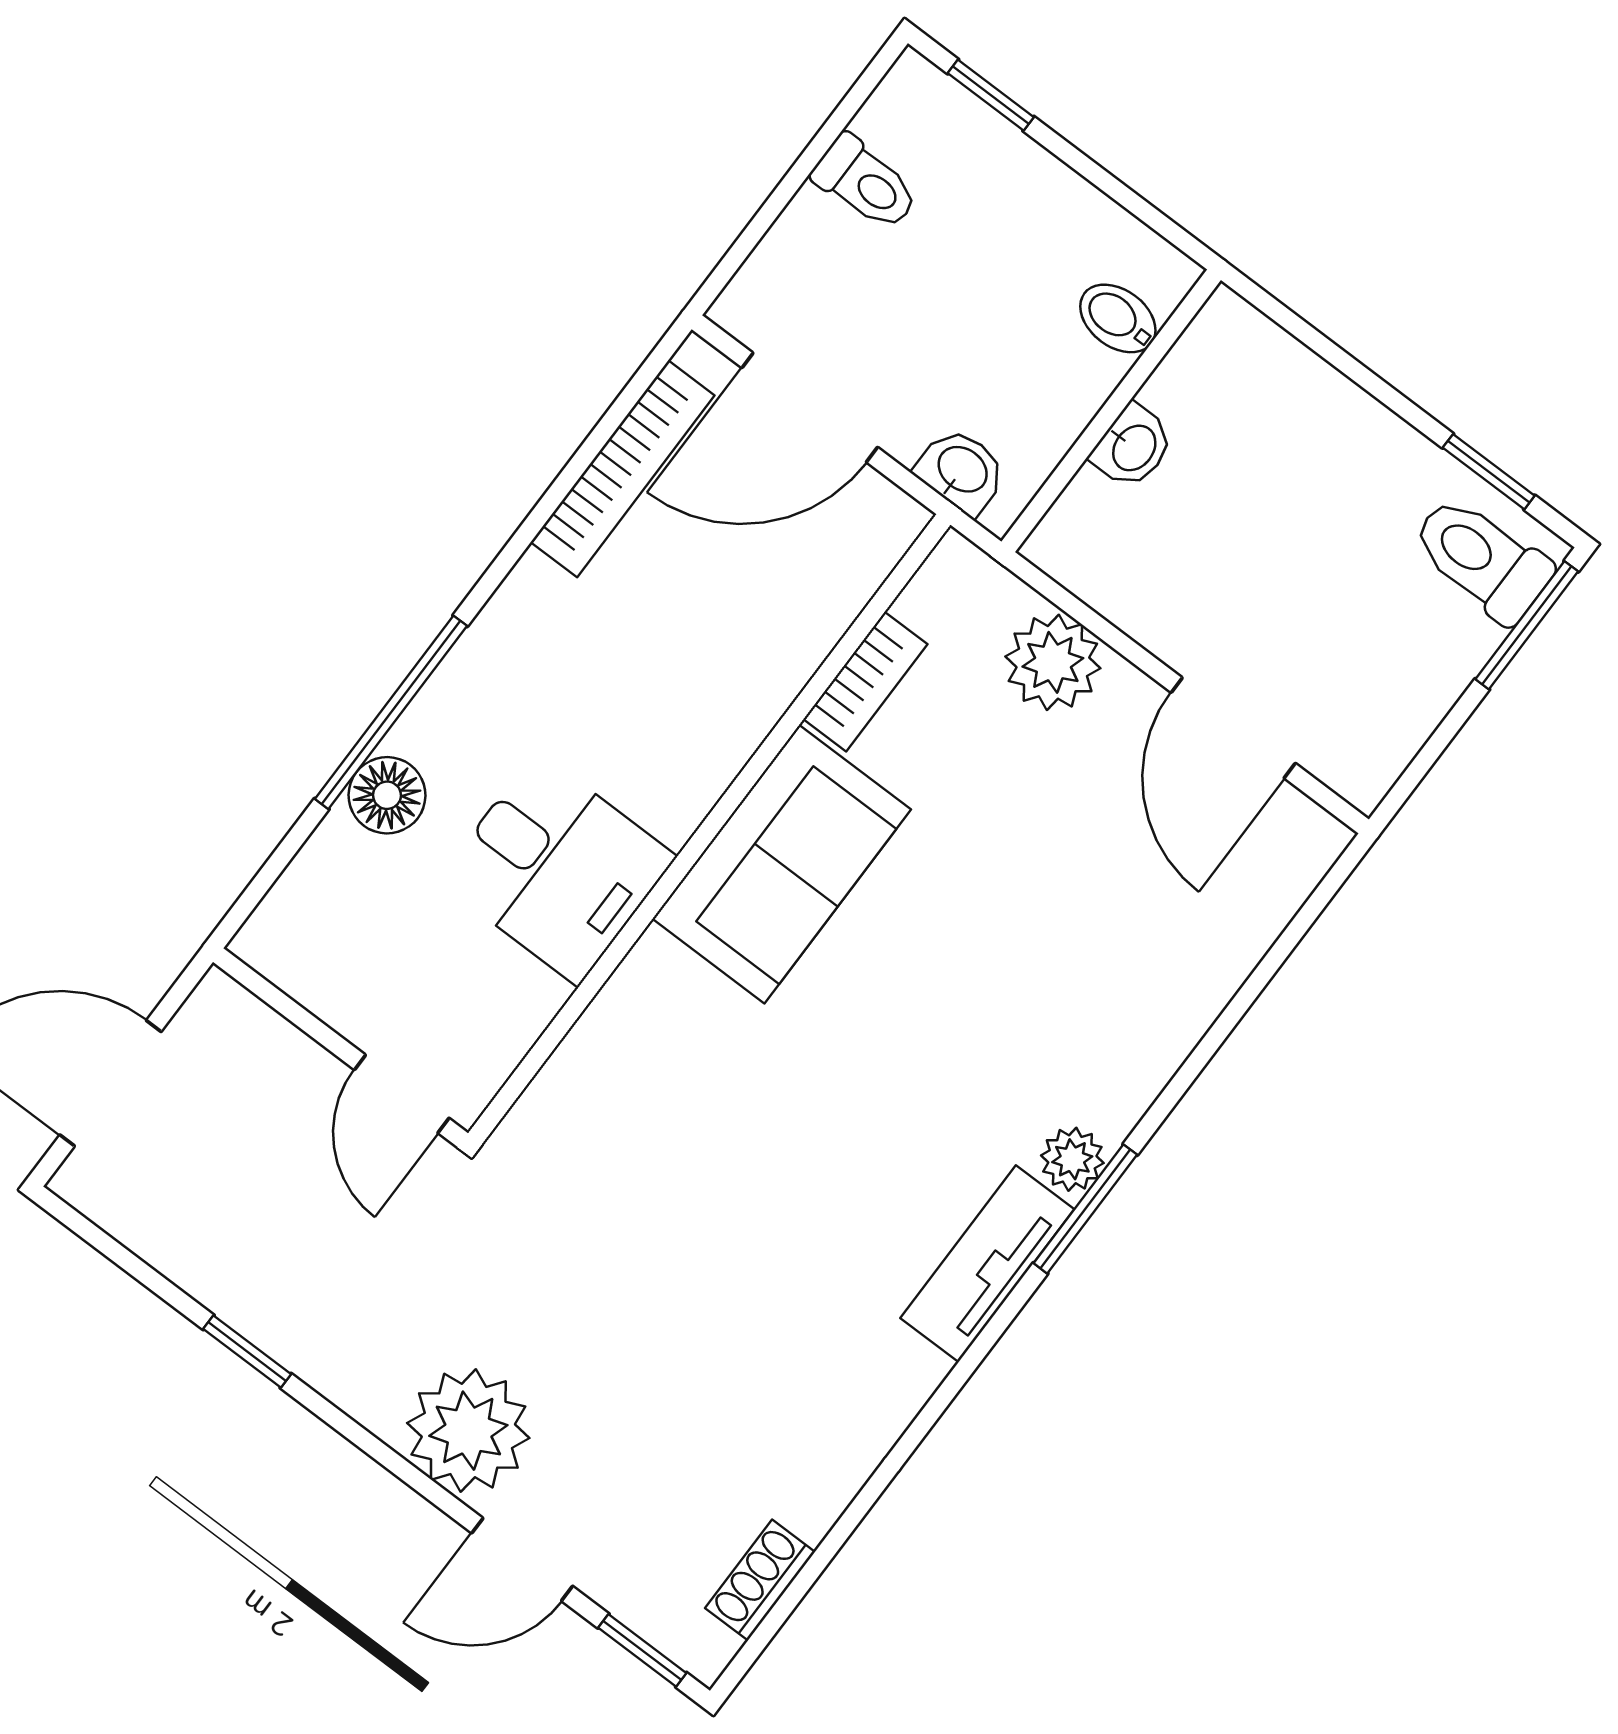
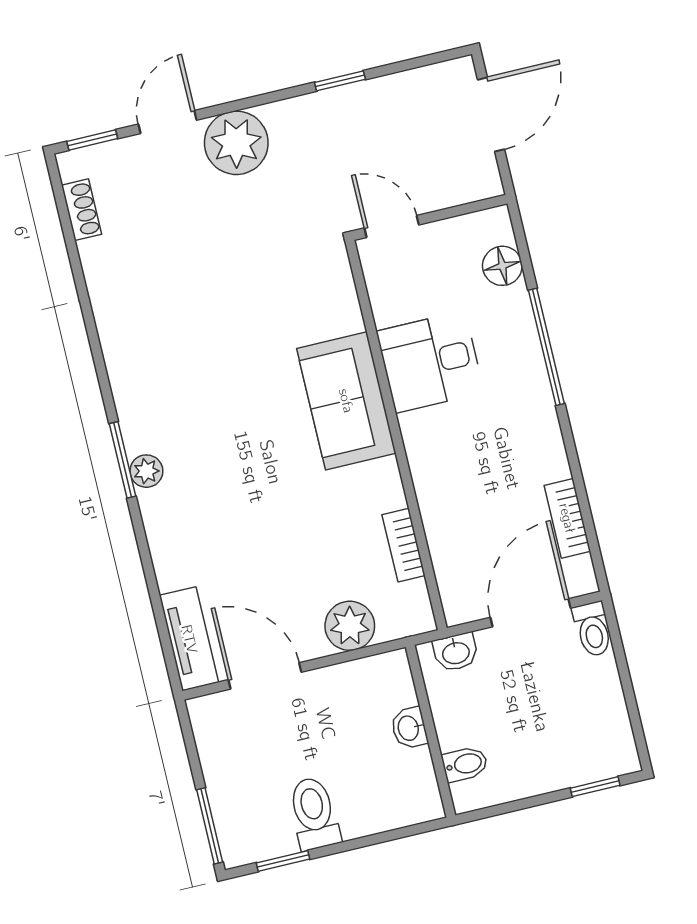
toilet: (866, 183) -> (593, 629), moved, turned -90
bookcase: (623, 469) -> (567, 518), width x0.64
toilet: (1481, 559) -> (314, 813), moved, turned -90
floor lamp: (387, 795) -> (502, 266), moved
sofa: (782, 864) -> (346, 401), moved
tv unit: (987, 1264) -> (189, 639), moved

